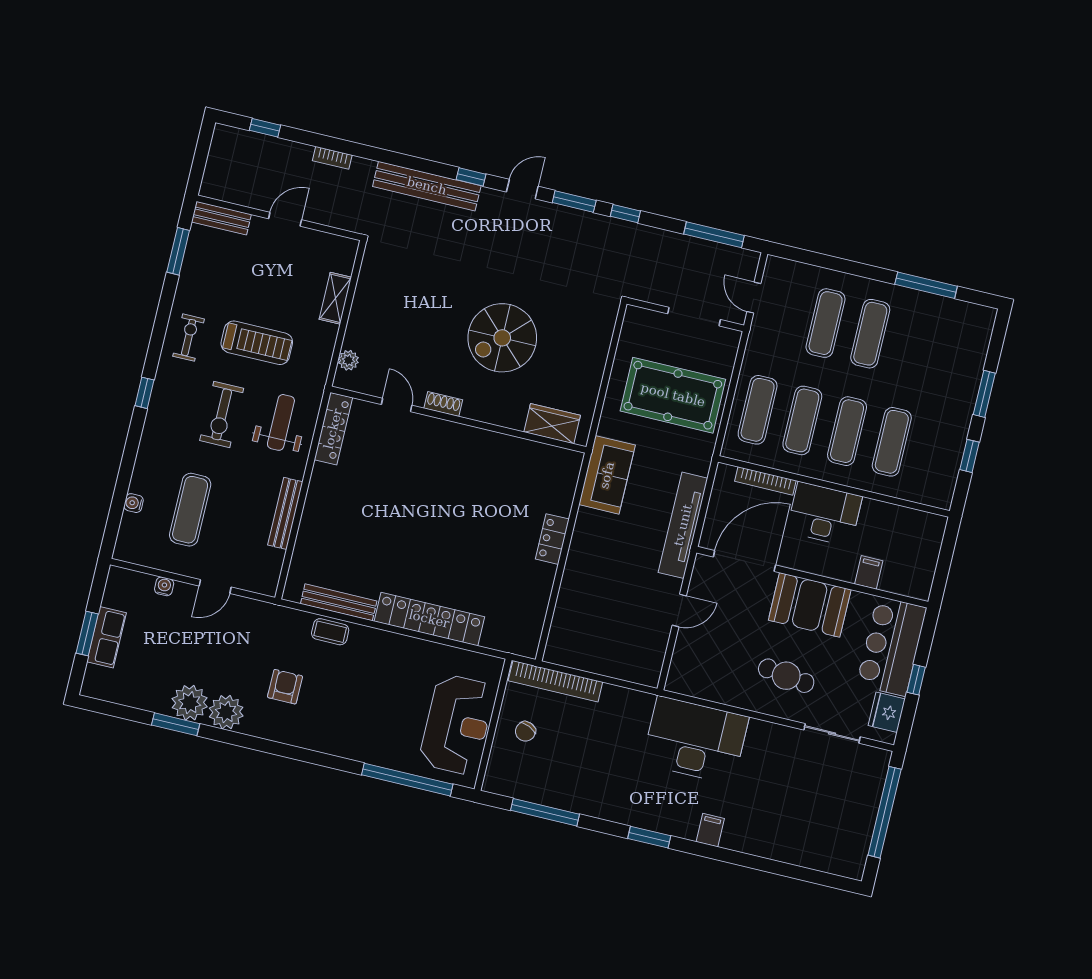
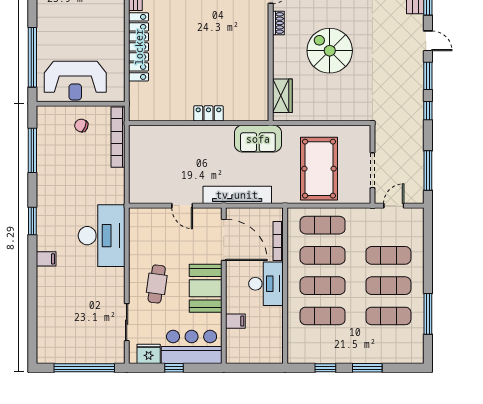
exercise mat: (915, 344) -> (388, 316), added

